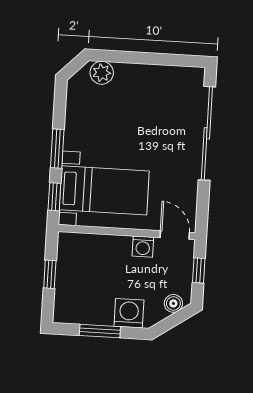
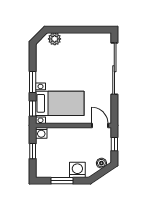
washing machine: (143, 247) -> (41, 133), moved

